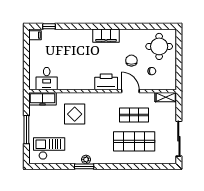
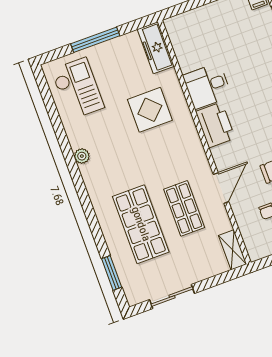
desk: (47, 79) -> (207, 86), moved
printer: (106, 82) -> (215, 125), moved
sliding door: (179, 139) -> (172, 296), width x0.73
window: (84, 166) -> (112, 273), moved

